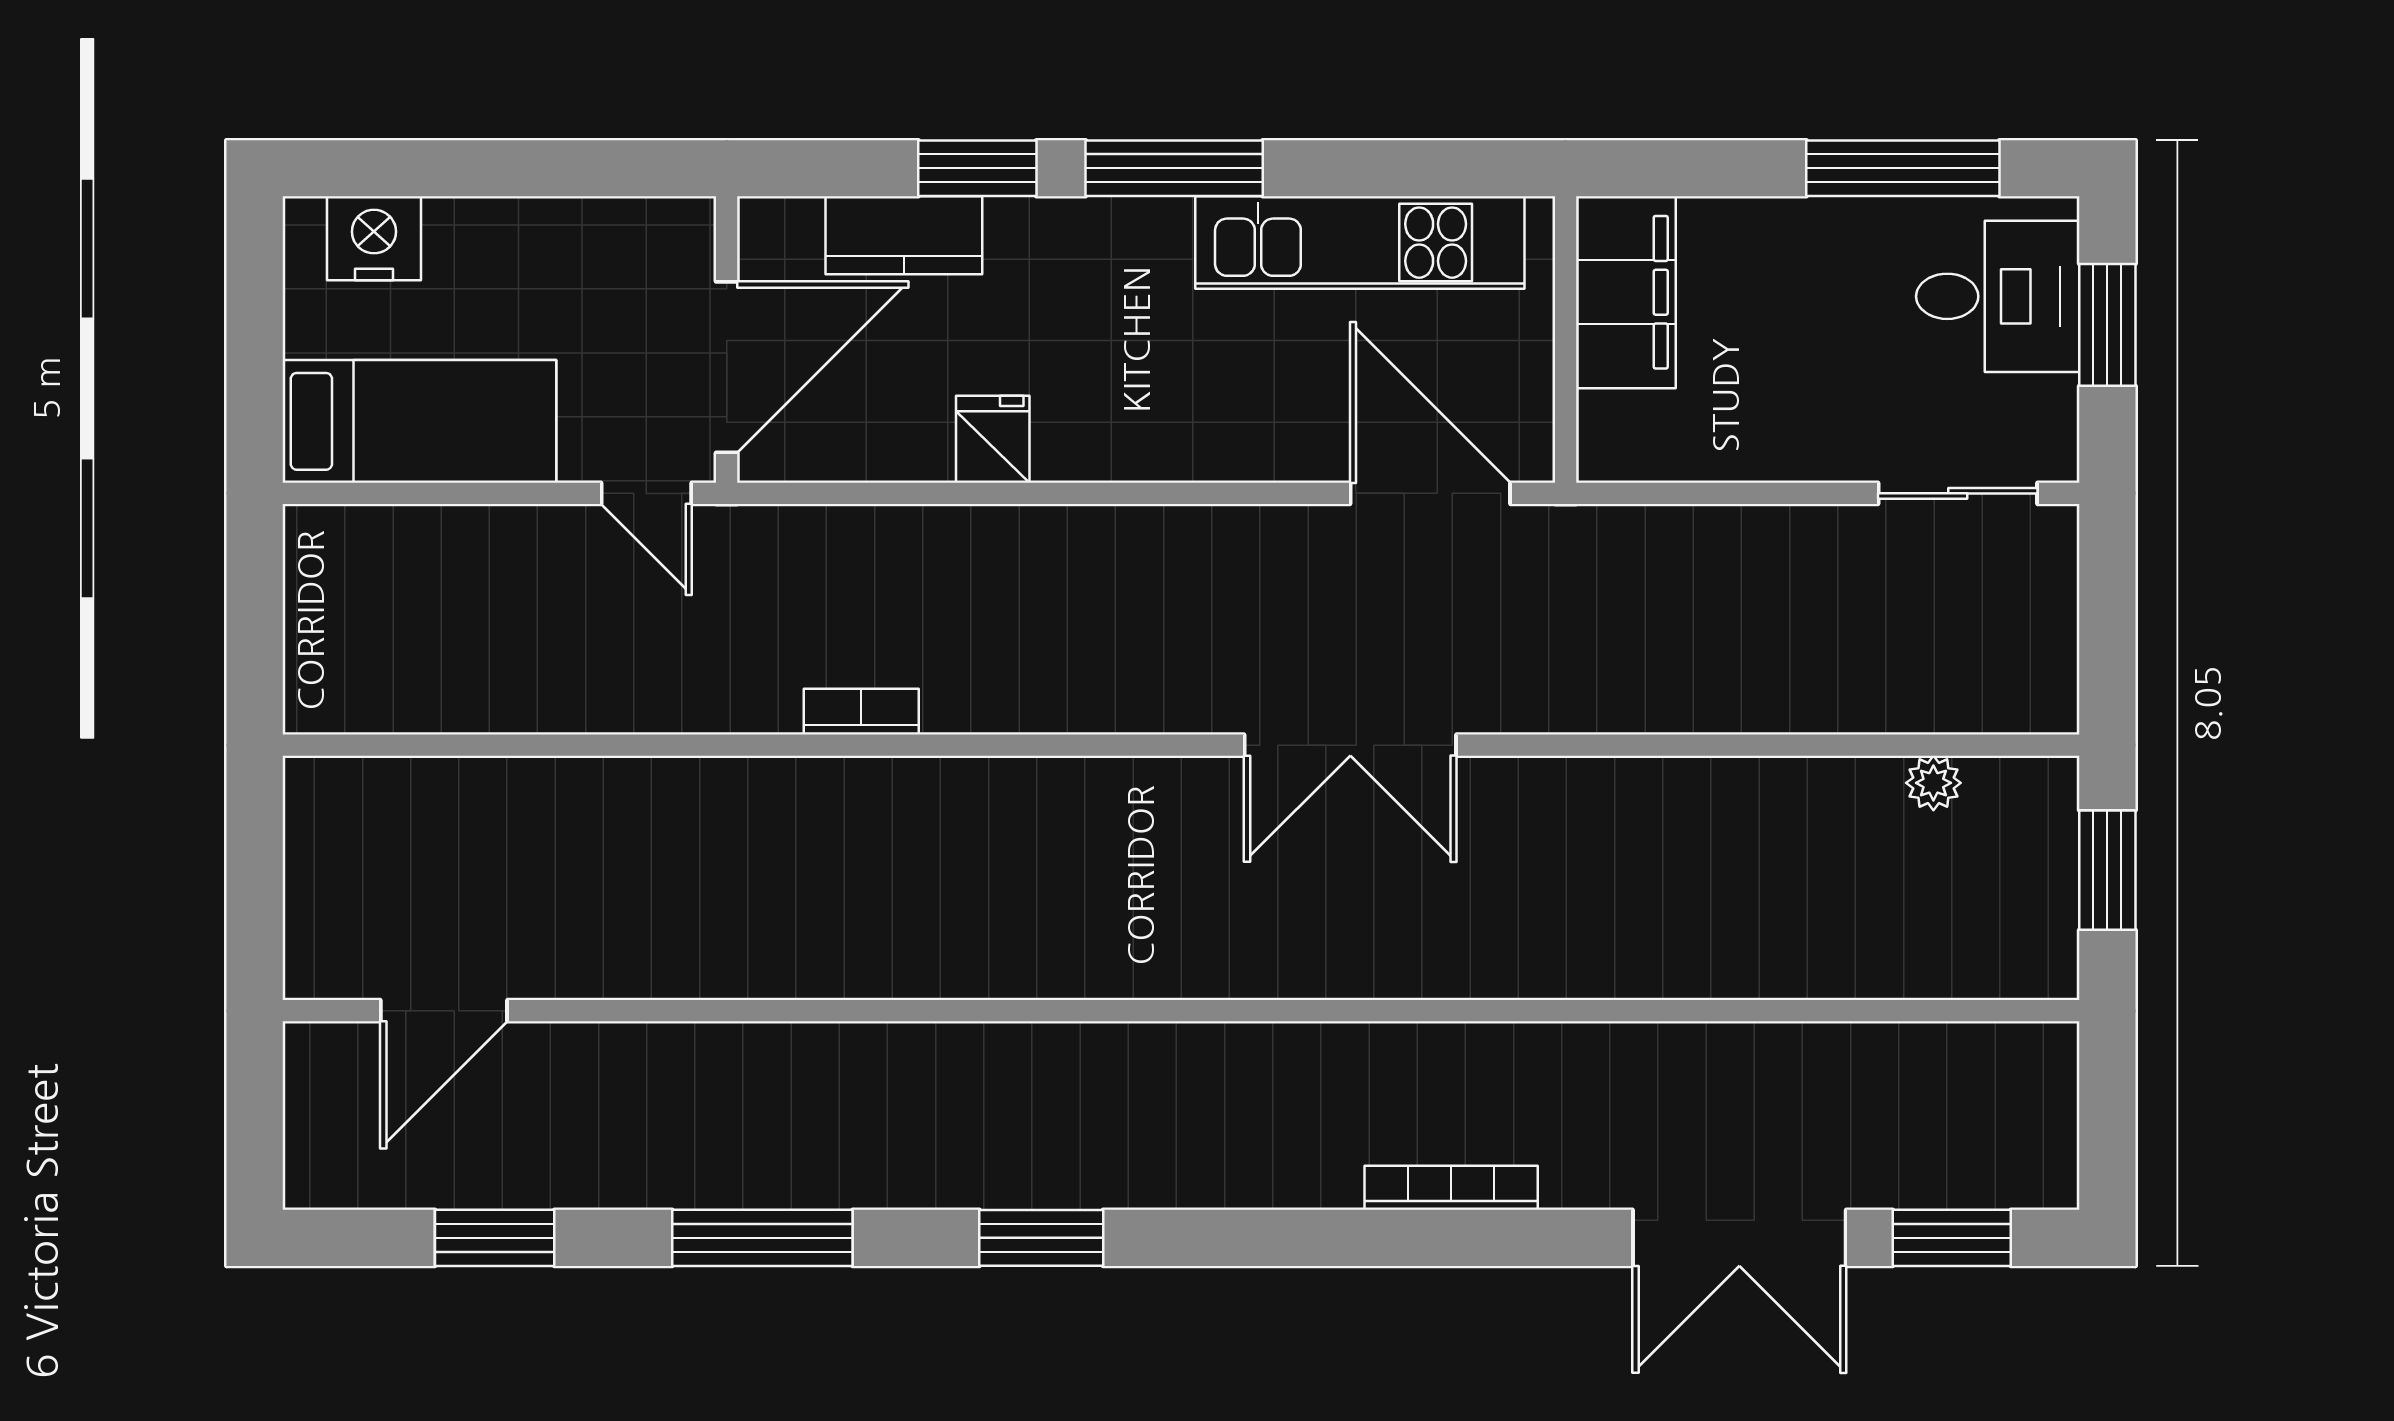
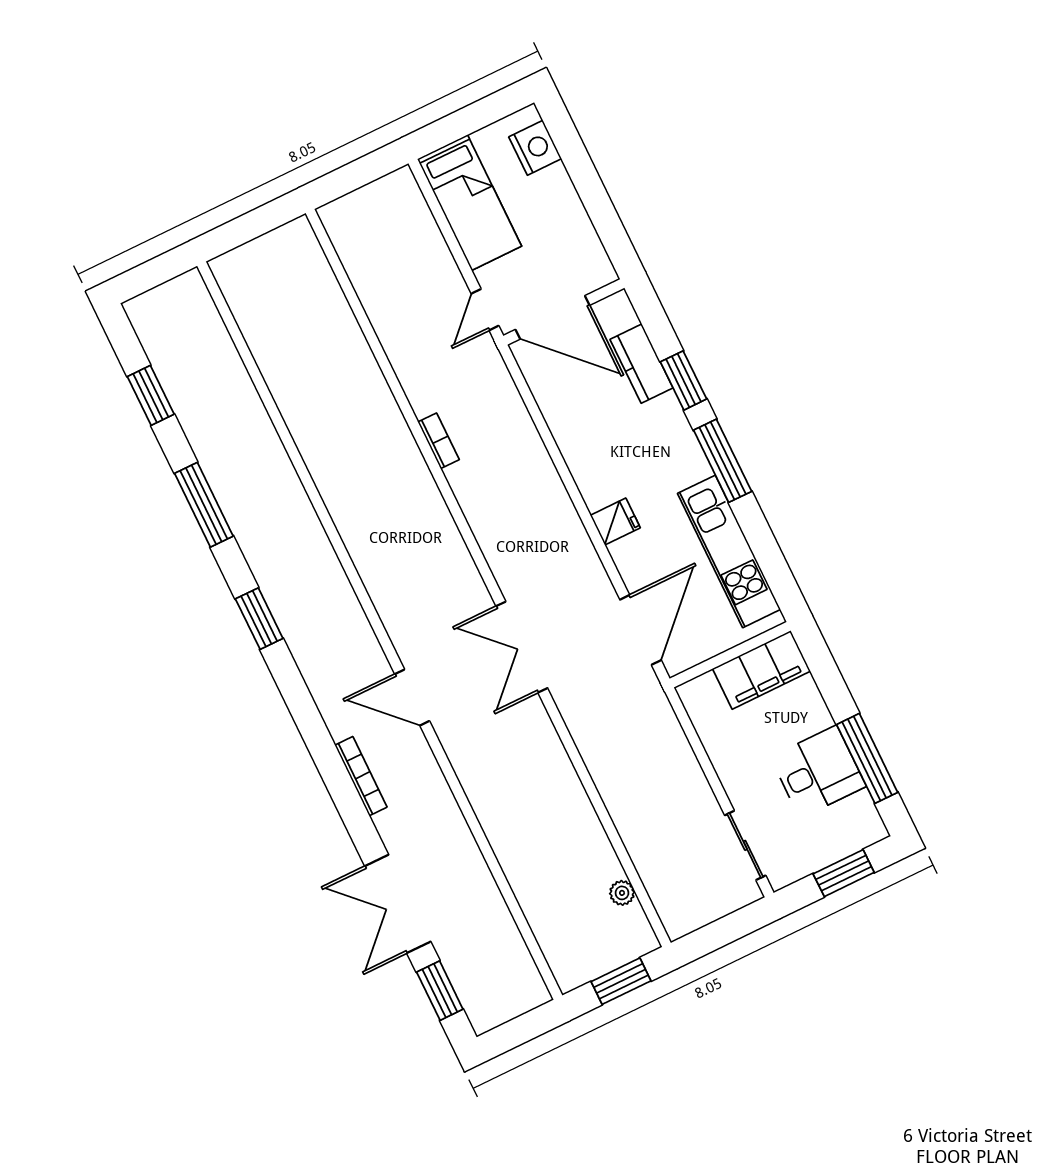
desk: (1998, 296) -> (818, 772), moved, turned -90
fridge: (993, 439) -> (615, 522), moved
door: (444, 1011) -> (412, 697), moved

